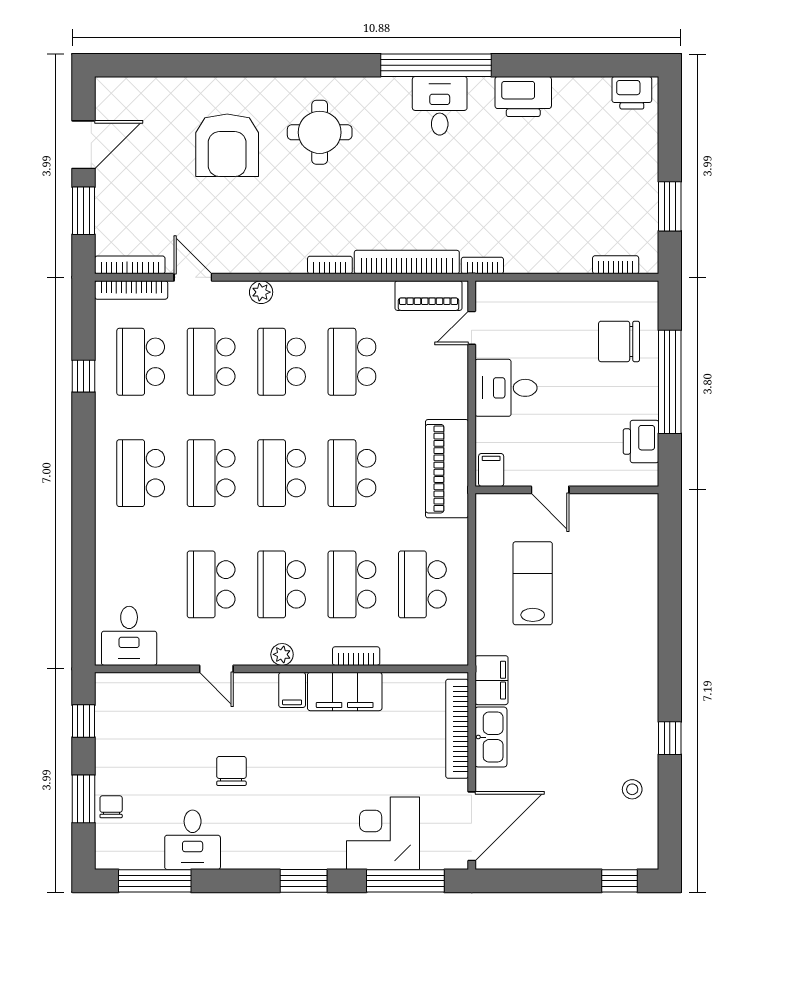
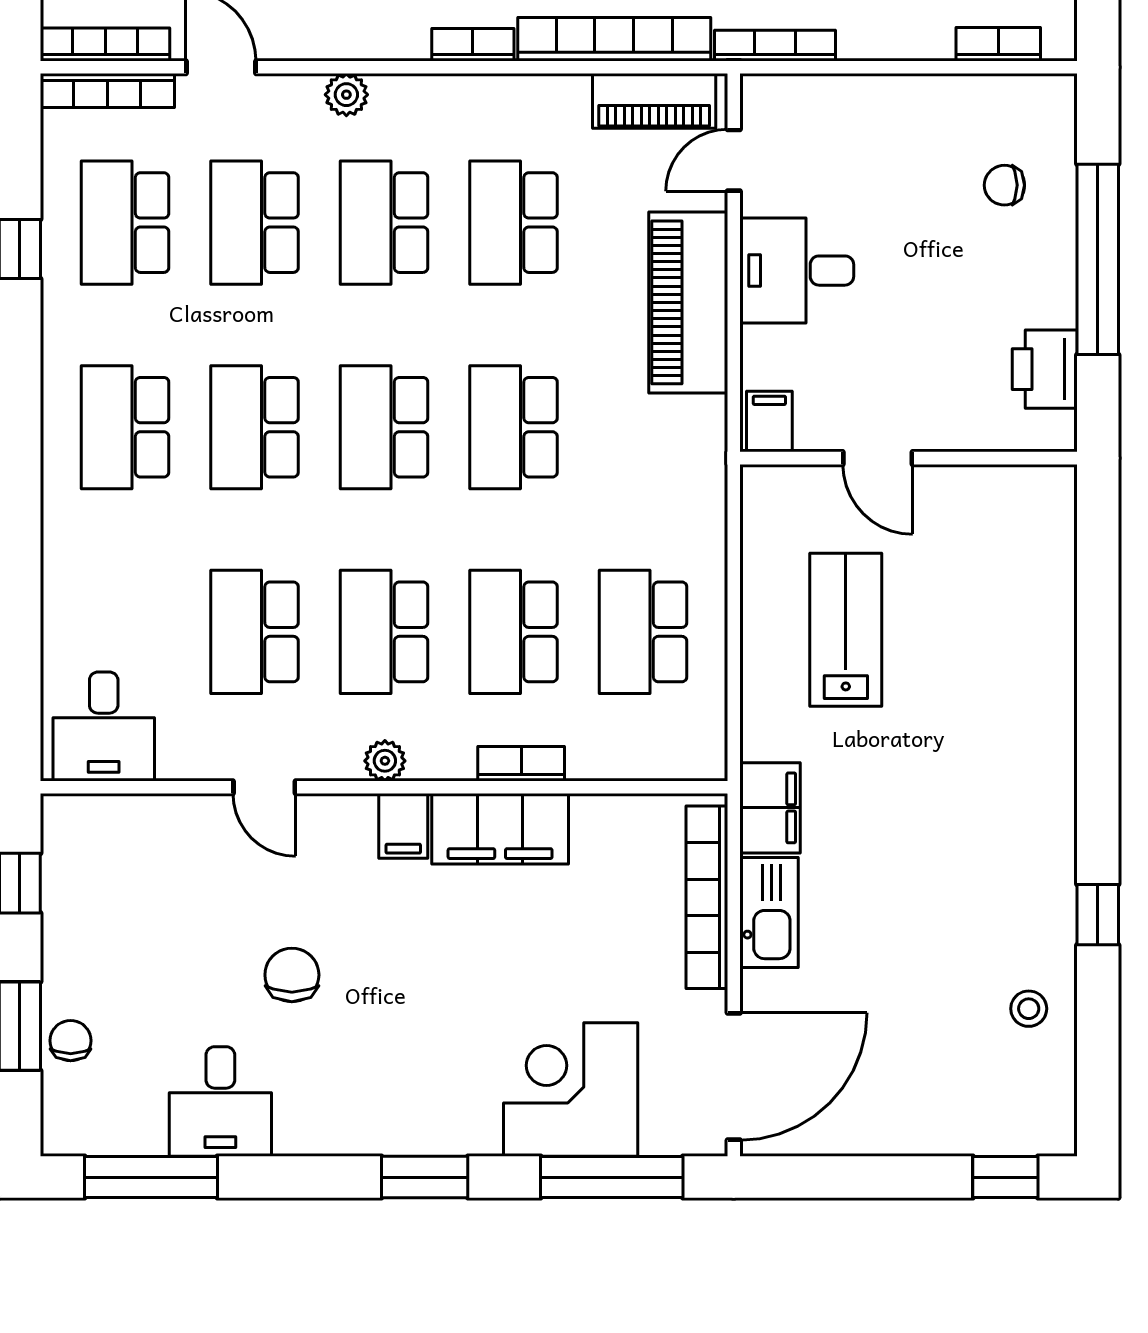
bookcase: (482, 266) -> (775, 46), width x1.56
chair: (619, 341) -> (1004, 185), width x0.54, depth x0.54
piano: (447, 469) -> (688, 302), moved

